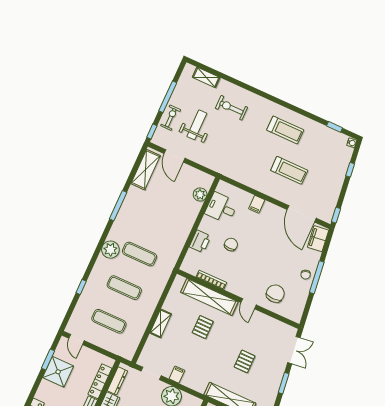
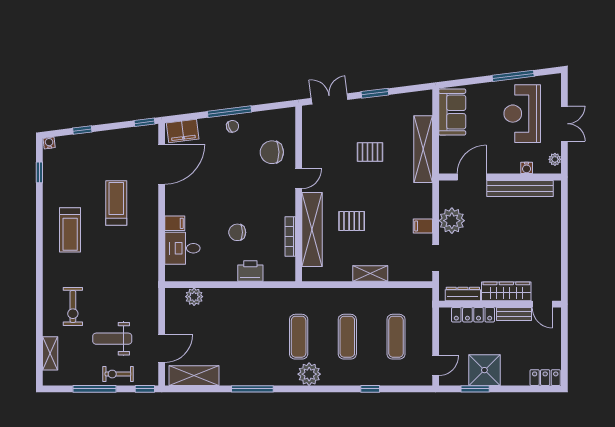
treadmill: (285, 130) -> (70, 230), turned 180
desk: (221, 208) -> (182, 248), moved, turned 90

